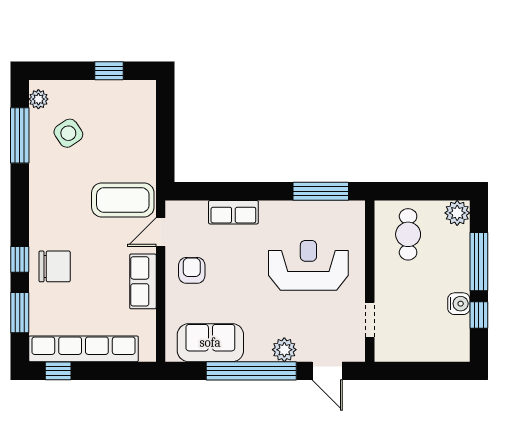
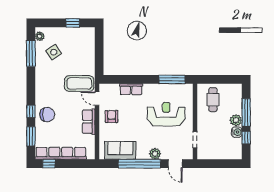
plant: (457, 213) -> (236, 120), moved
door: (161, 232) -> (97, 99), hinge flipped

